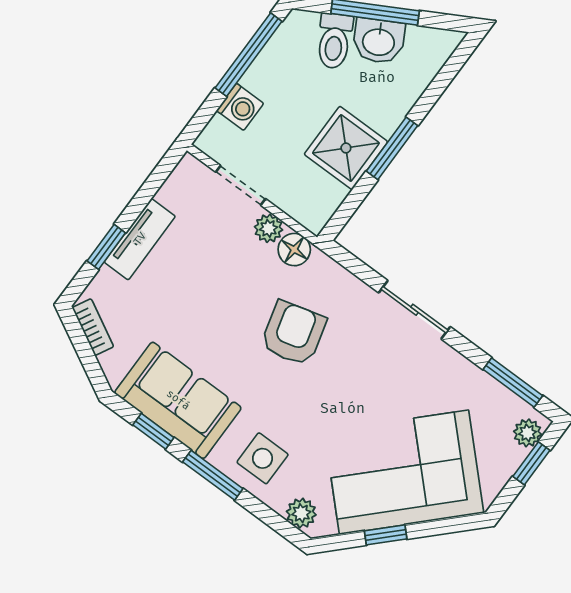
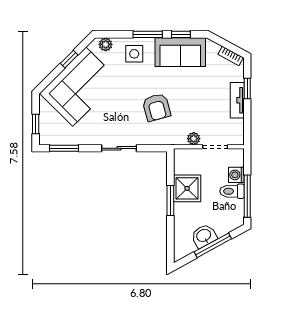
toilet: (334, 41) -> (232, 191), moved, turned -61
floor lamp: (294, 250) -> (179, 138), removed
plant: (528, 433) -> (45, 134), removed

